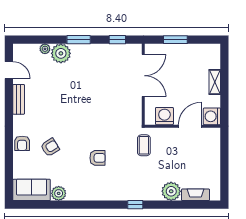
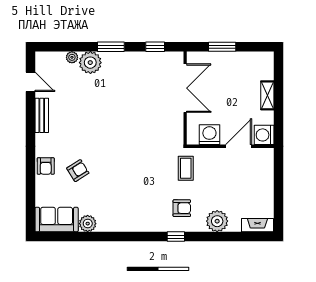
armchair: (97, 158) -> (182, 208), moved
fireplace: (196, 195) -> (257, 225), moved

